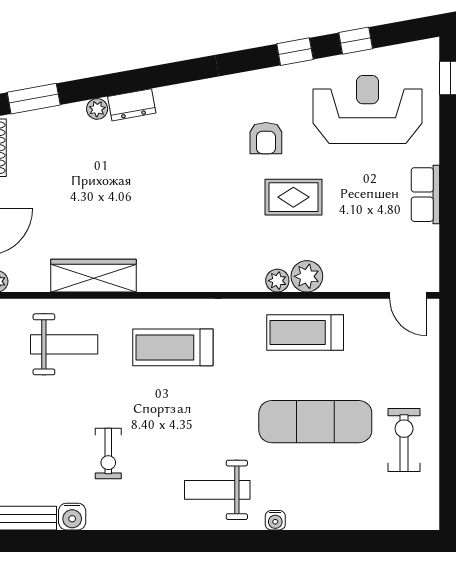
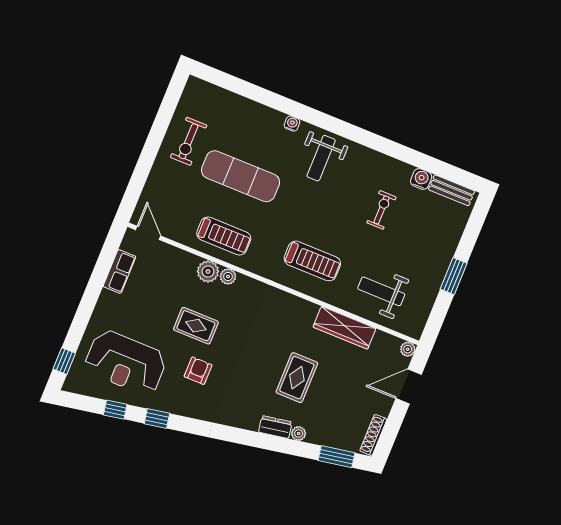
rug: (130, 183) -> (297, 378), added
row of seats: (425, 195) -> (120, 271), moved
weight bench: (217, 490) -> (321, 158), turned 90

